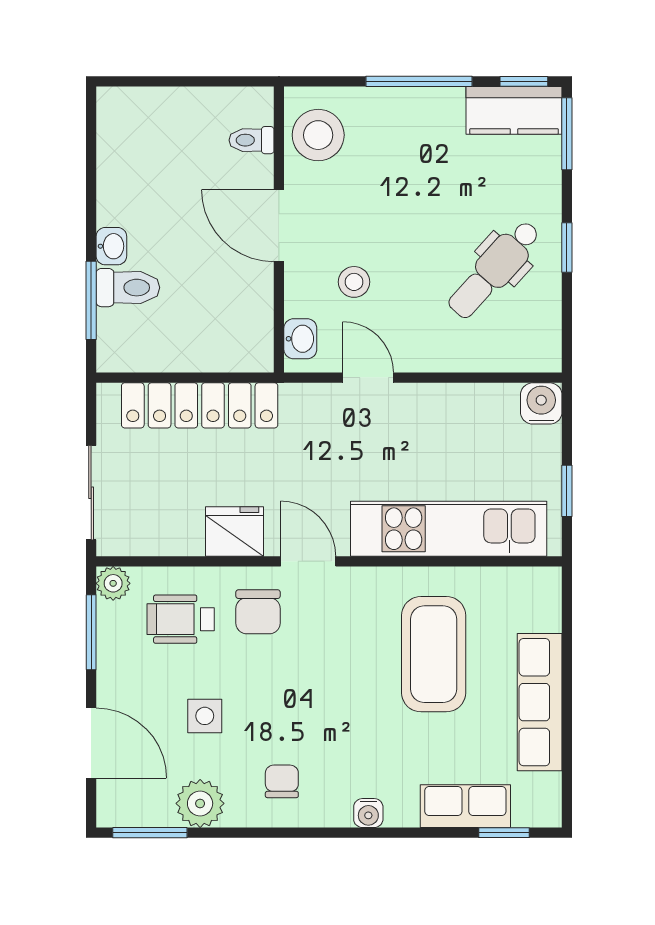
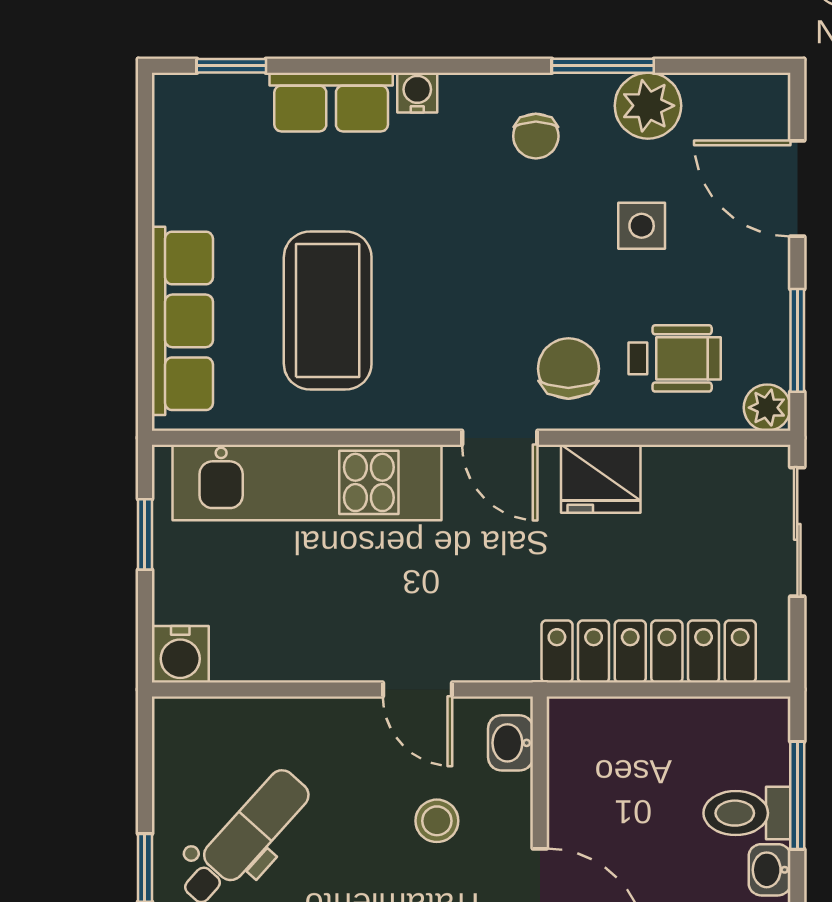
row of seats: (540, 702) -> (182, 321), moved
row of seats: (465, 806) -> (331, 102), moved
window: (150, 833) -> (603, 66), moved

